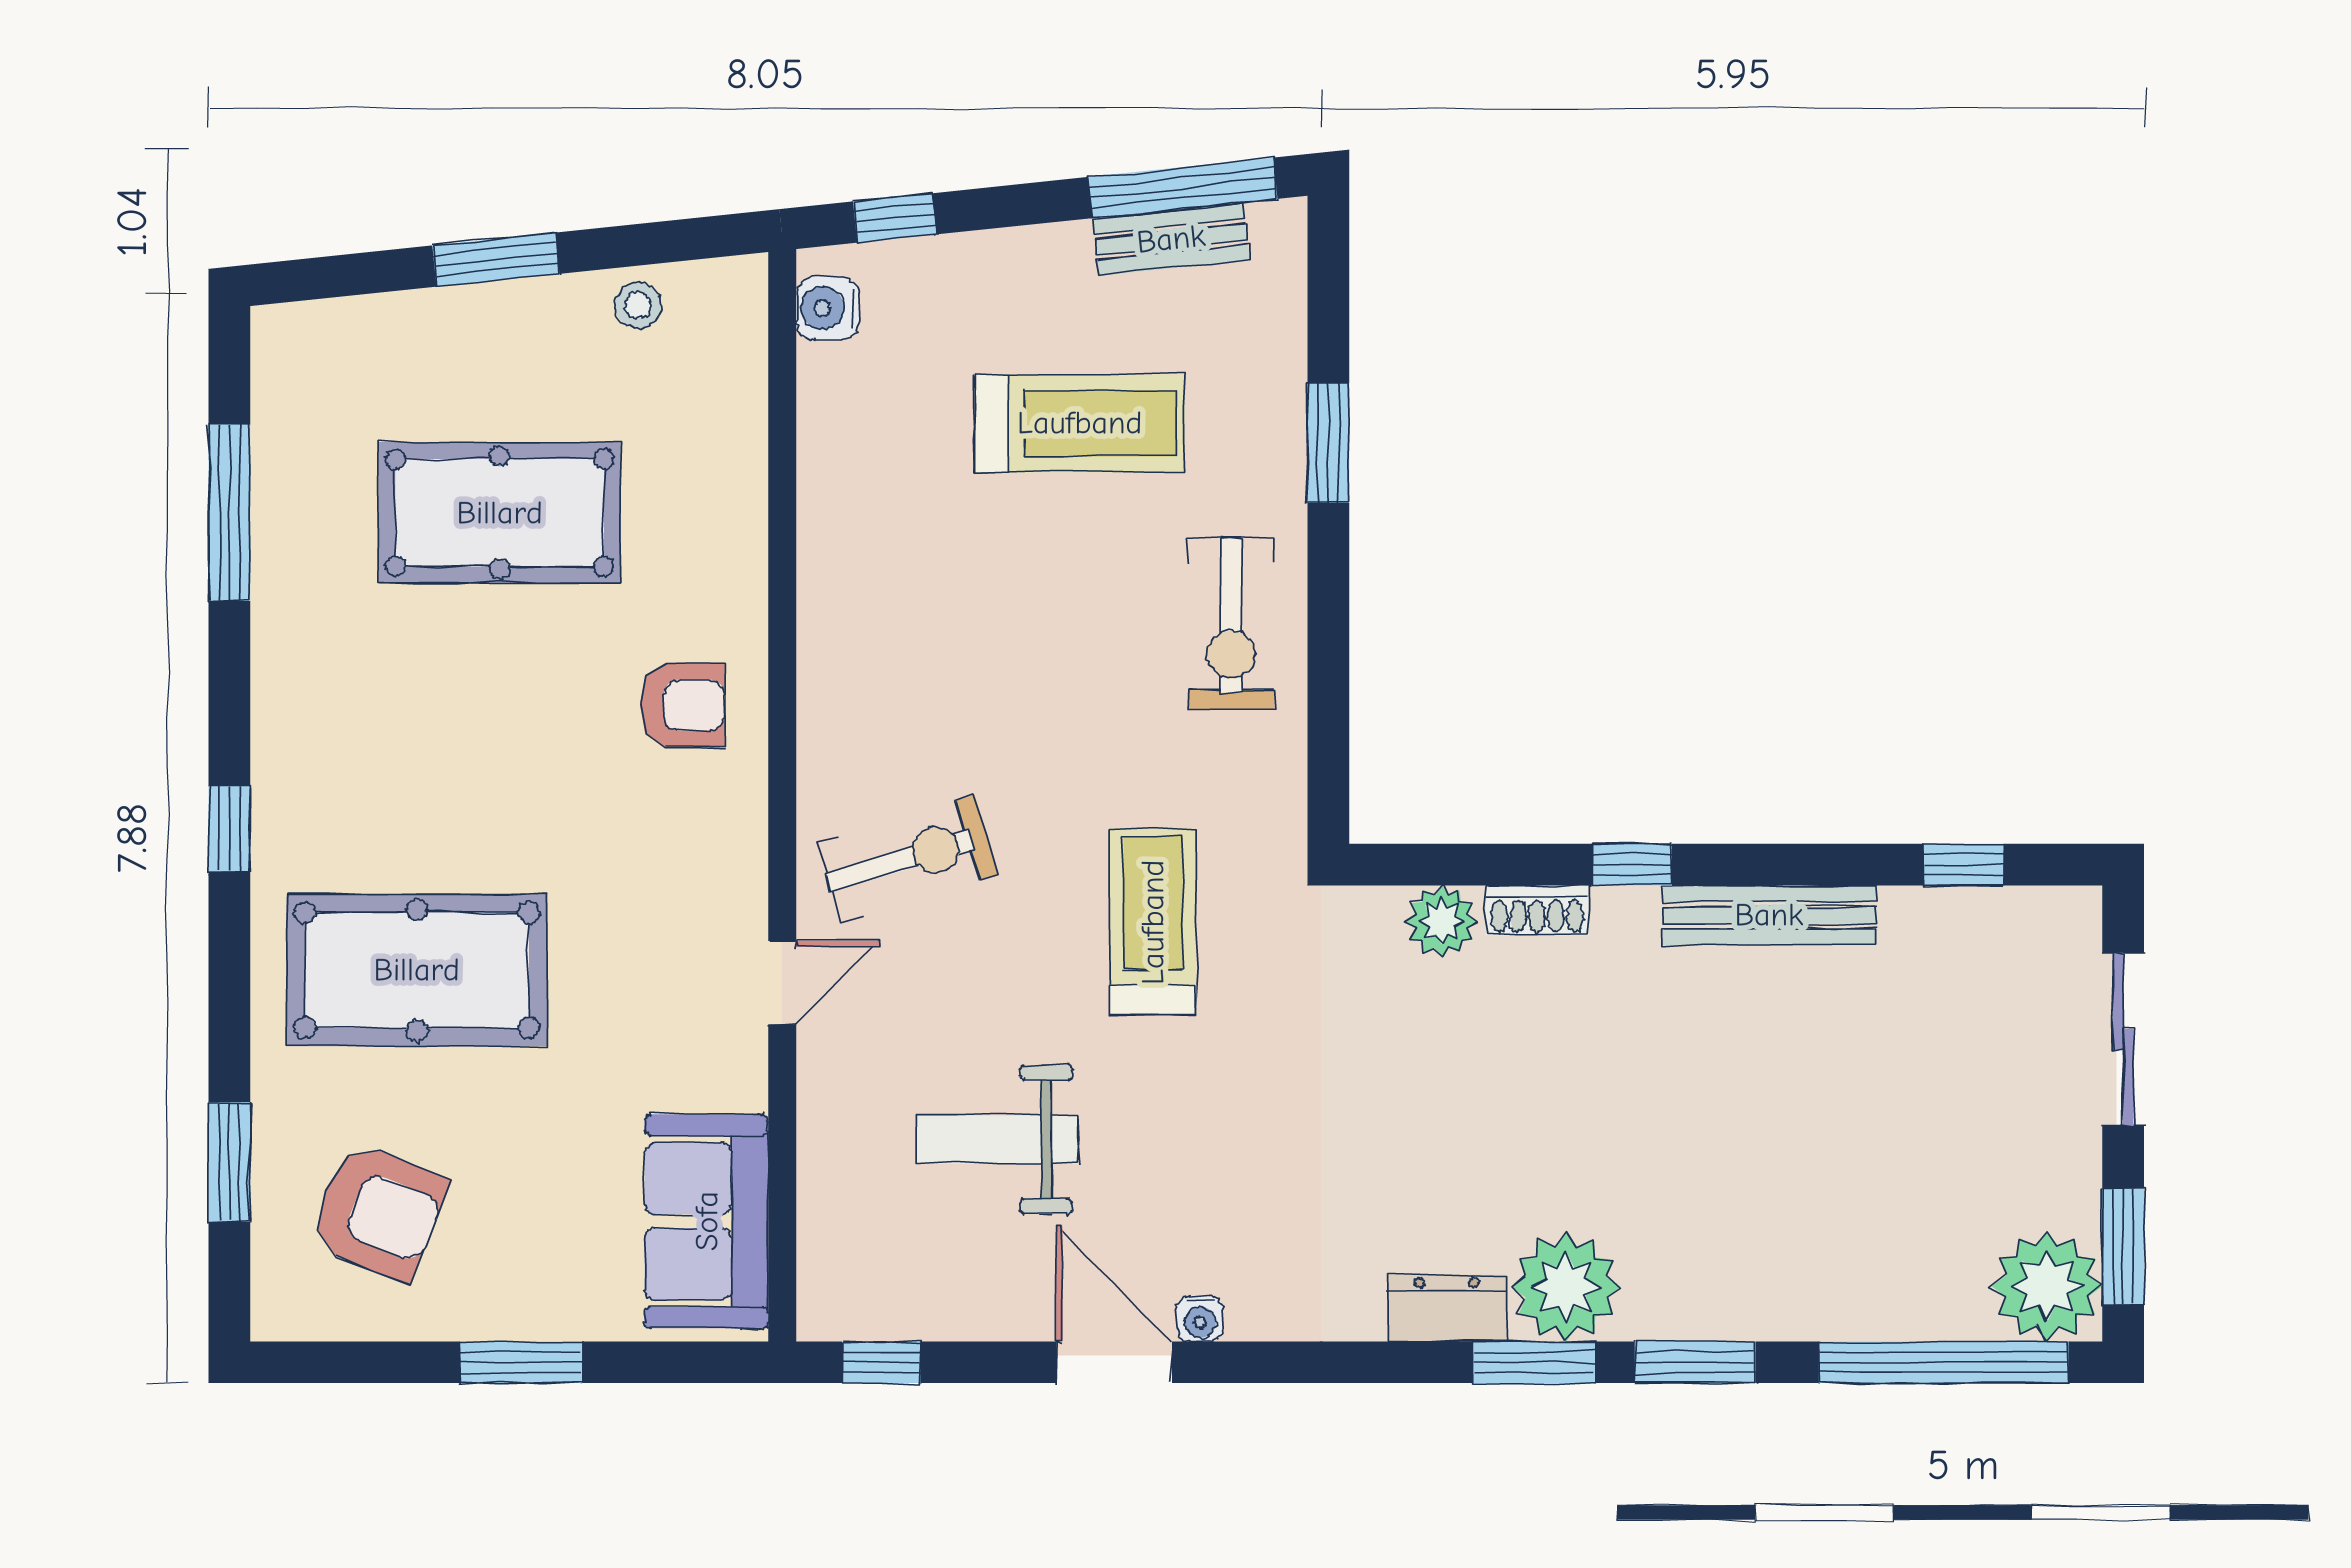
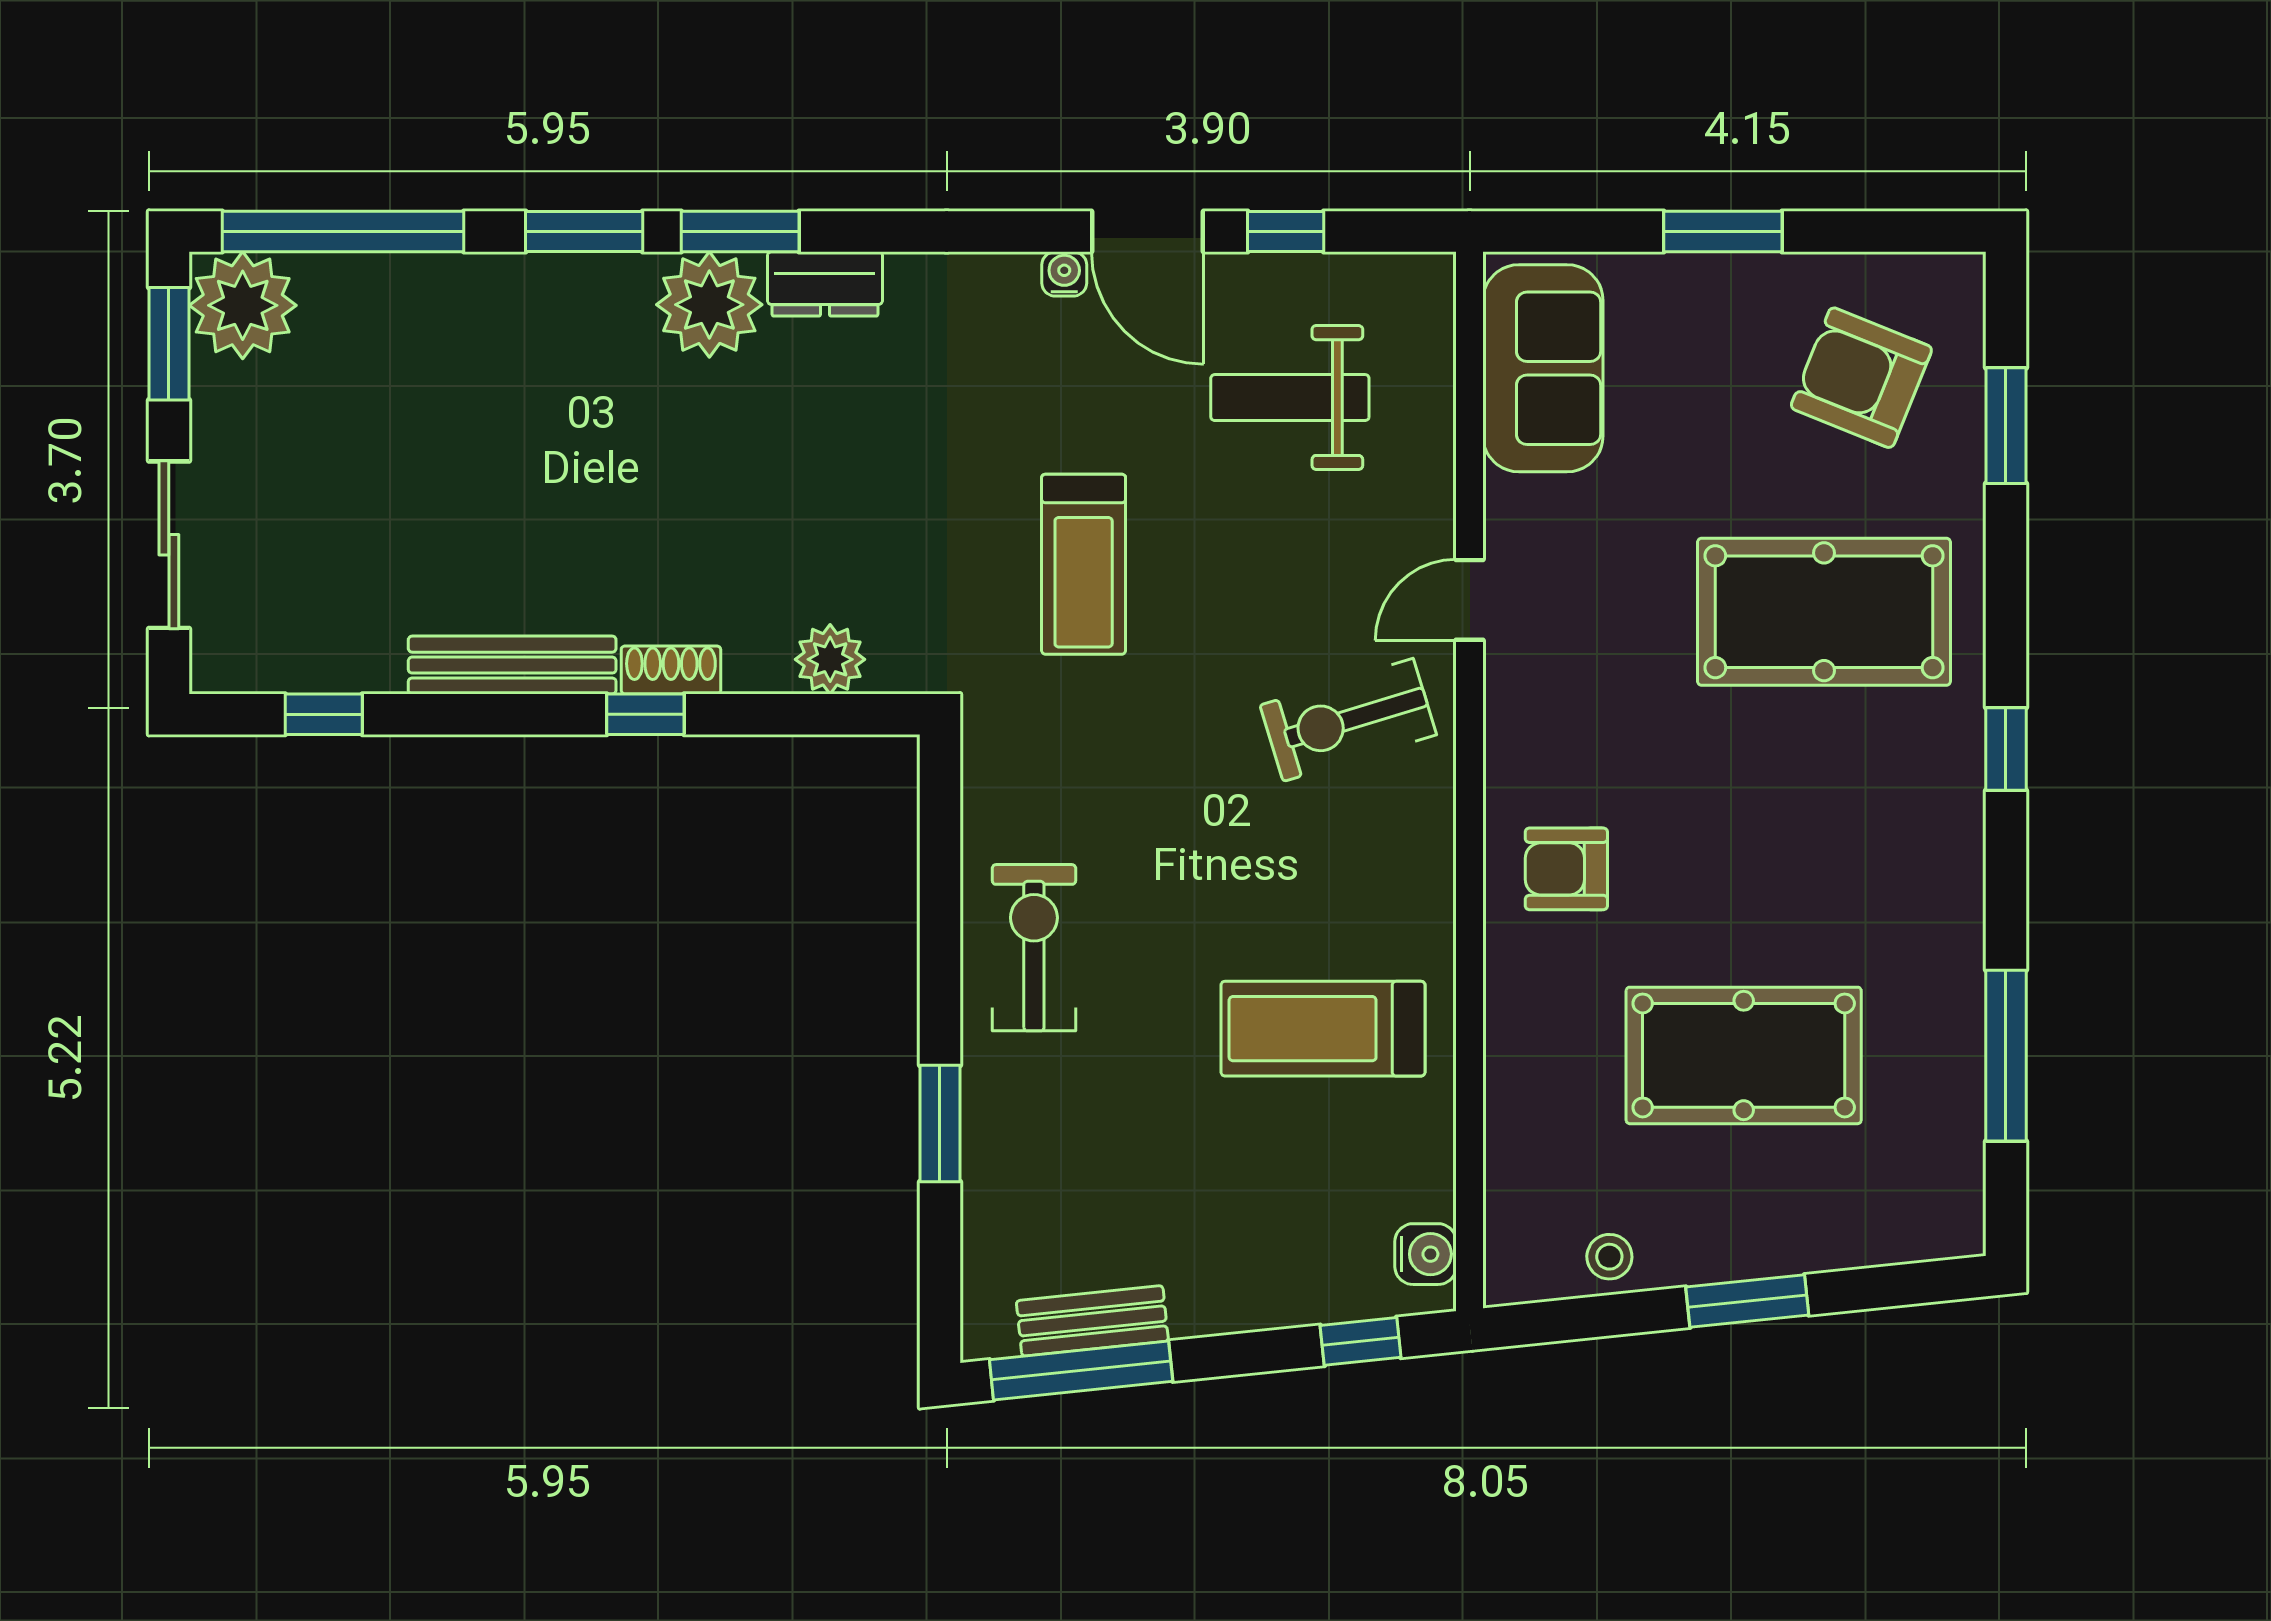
treadmill: (1080, 423) -> (1323, 1029), moved
shoe rack: (1537, 910) -> (671, 670), moved
treadmill: (1153, 922) -> (1084, 564), moved
weight bench: (997, 1139) -> (1290, 398), moved, turned 180
window: (881, 1362) -> (1286, 232), moved

